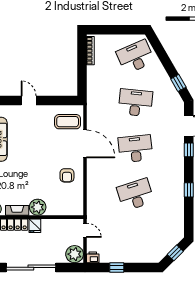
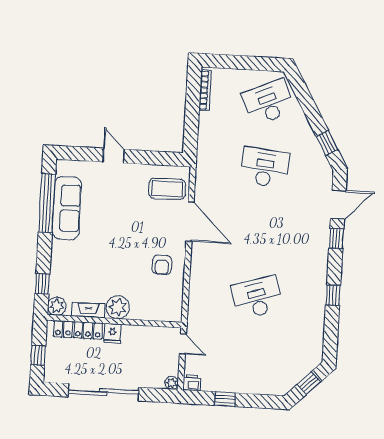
desk: (135, 149) -> (261, 232), removed
plant: (75, 254) -> (172, 383), width x0.53, depth x0.53

